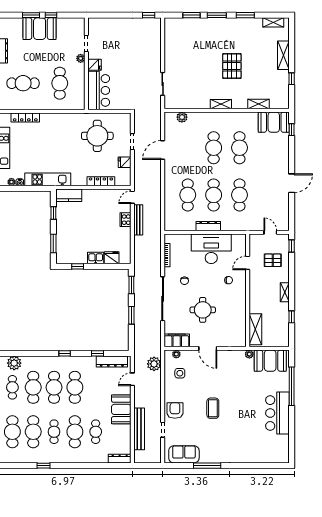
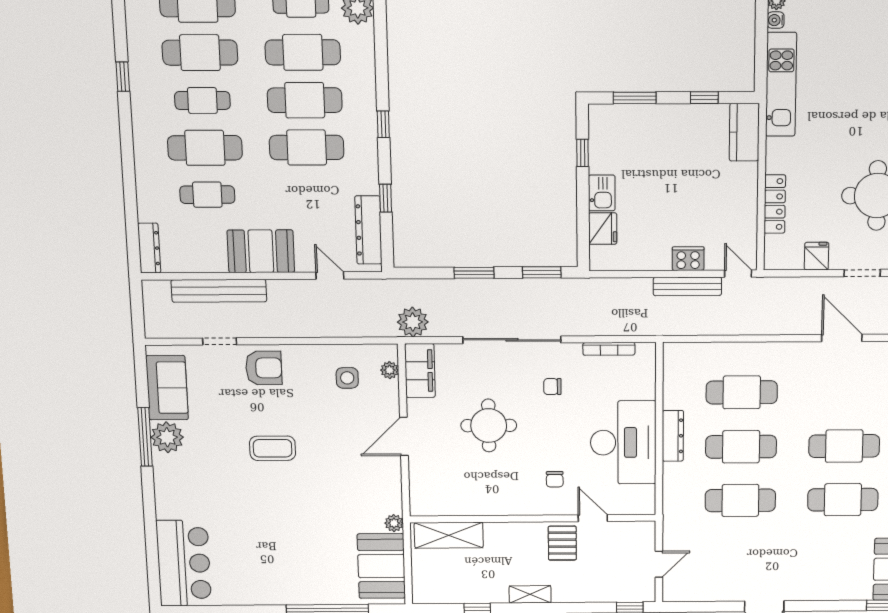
pallet: (273, 260) -> (562, 543), moved
plant: (154, 364) -> (413, 322), moved
bar counter: (277, 413) -> (184, 563), moved, turned 90
plant: (207, 456) -> (167, 437), added

